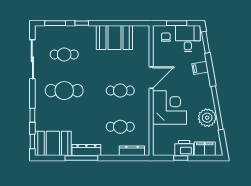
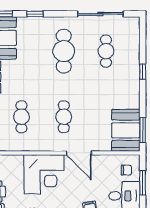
window: (55, 23) -> (143, 130), moved
booth: (114, 38) -> (126, 130), moved

